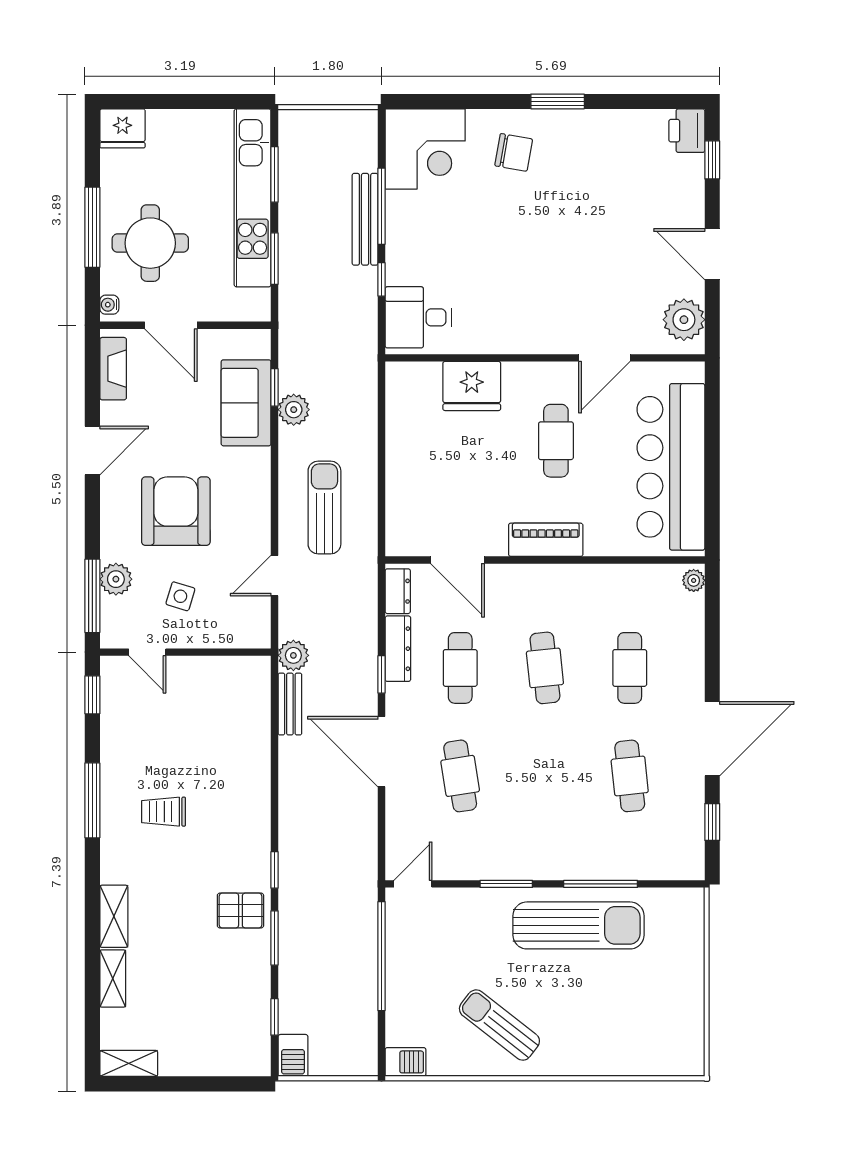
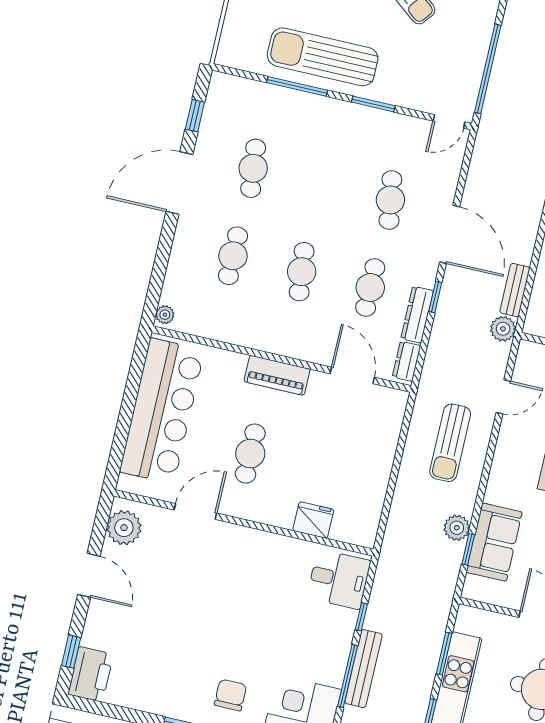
printer: (687, 131) -> (91, 674), width x1.37, depth x1.19
chair: (514, 152) -> (231, 695), turned 80
fridge: (472, 386) -> (313, 520), width x0.73, depth x0.75

